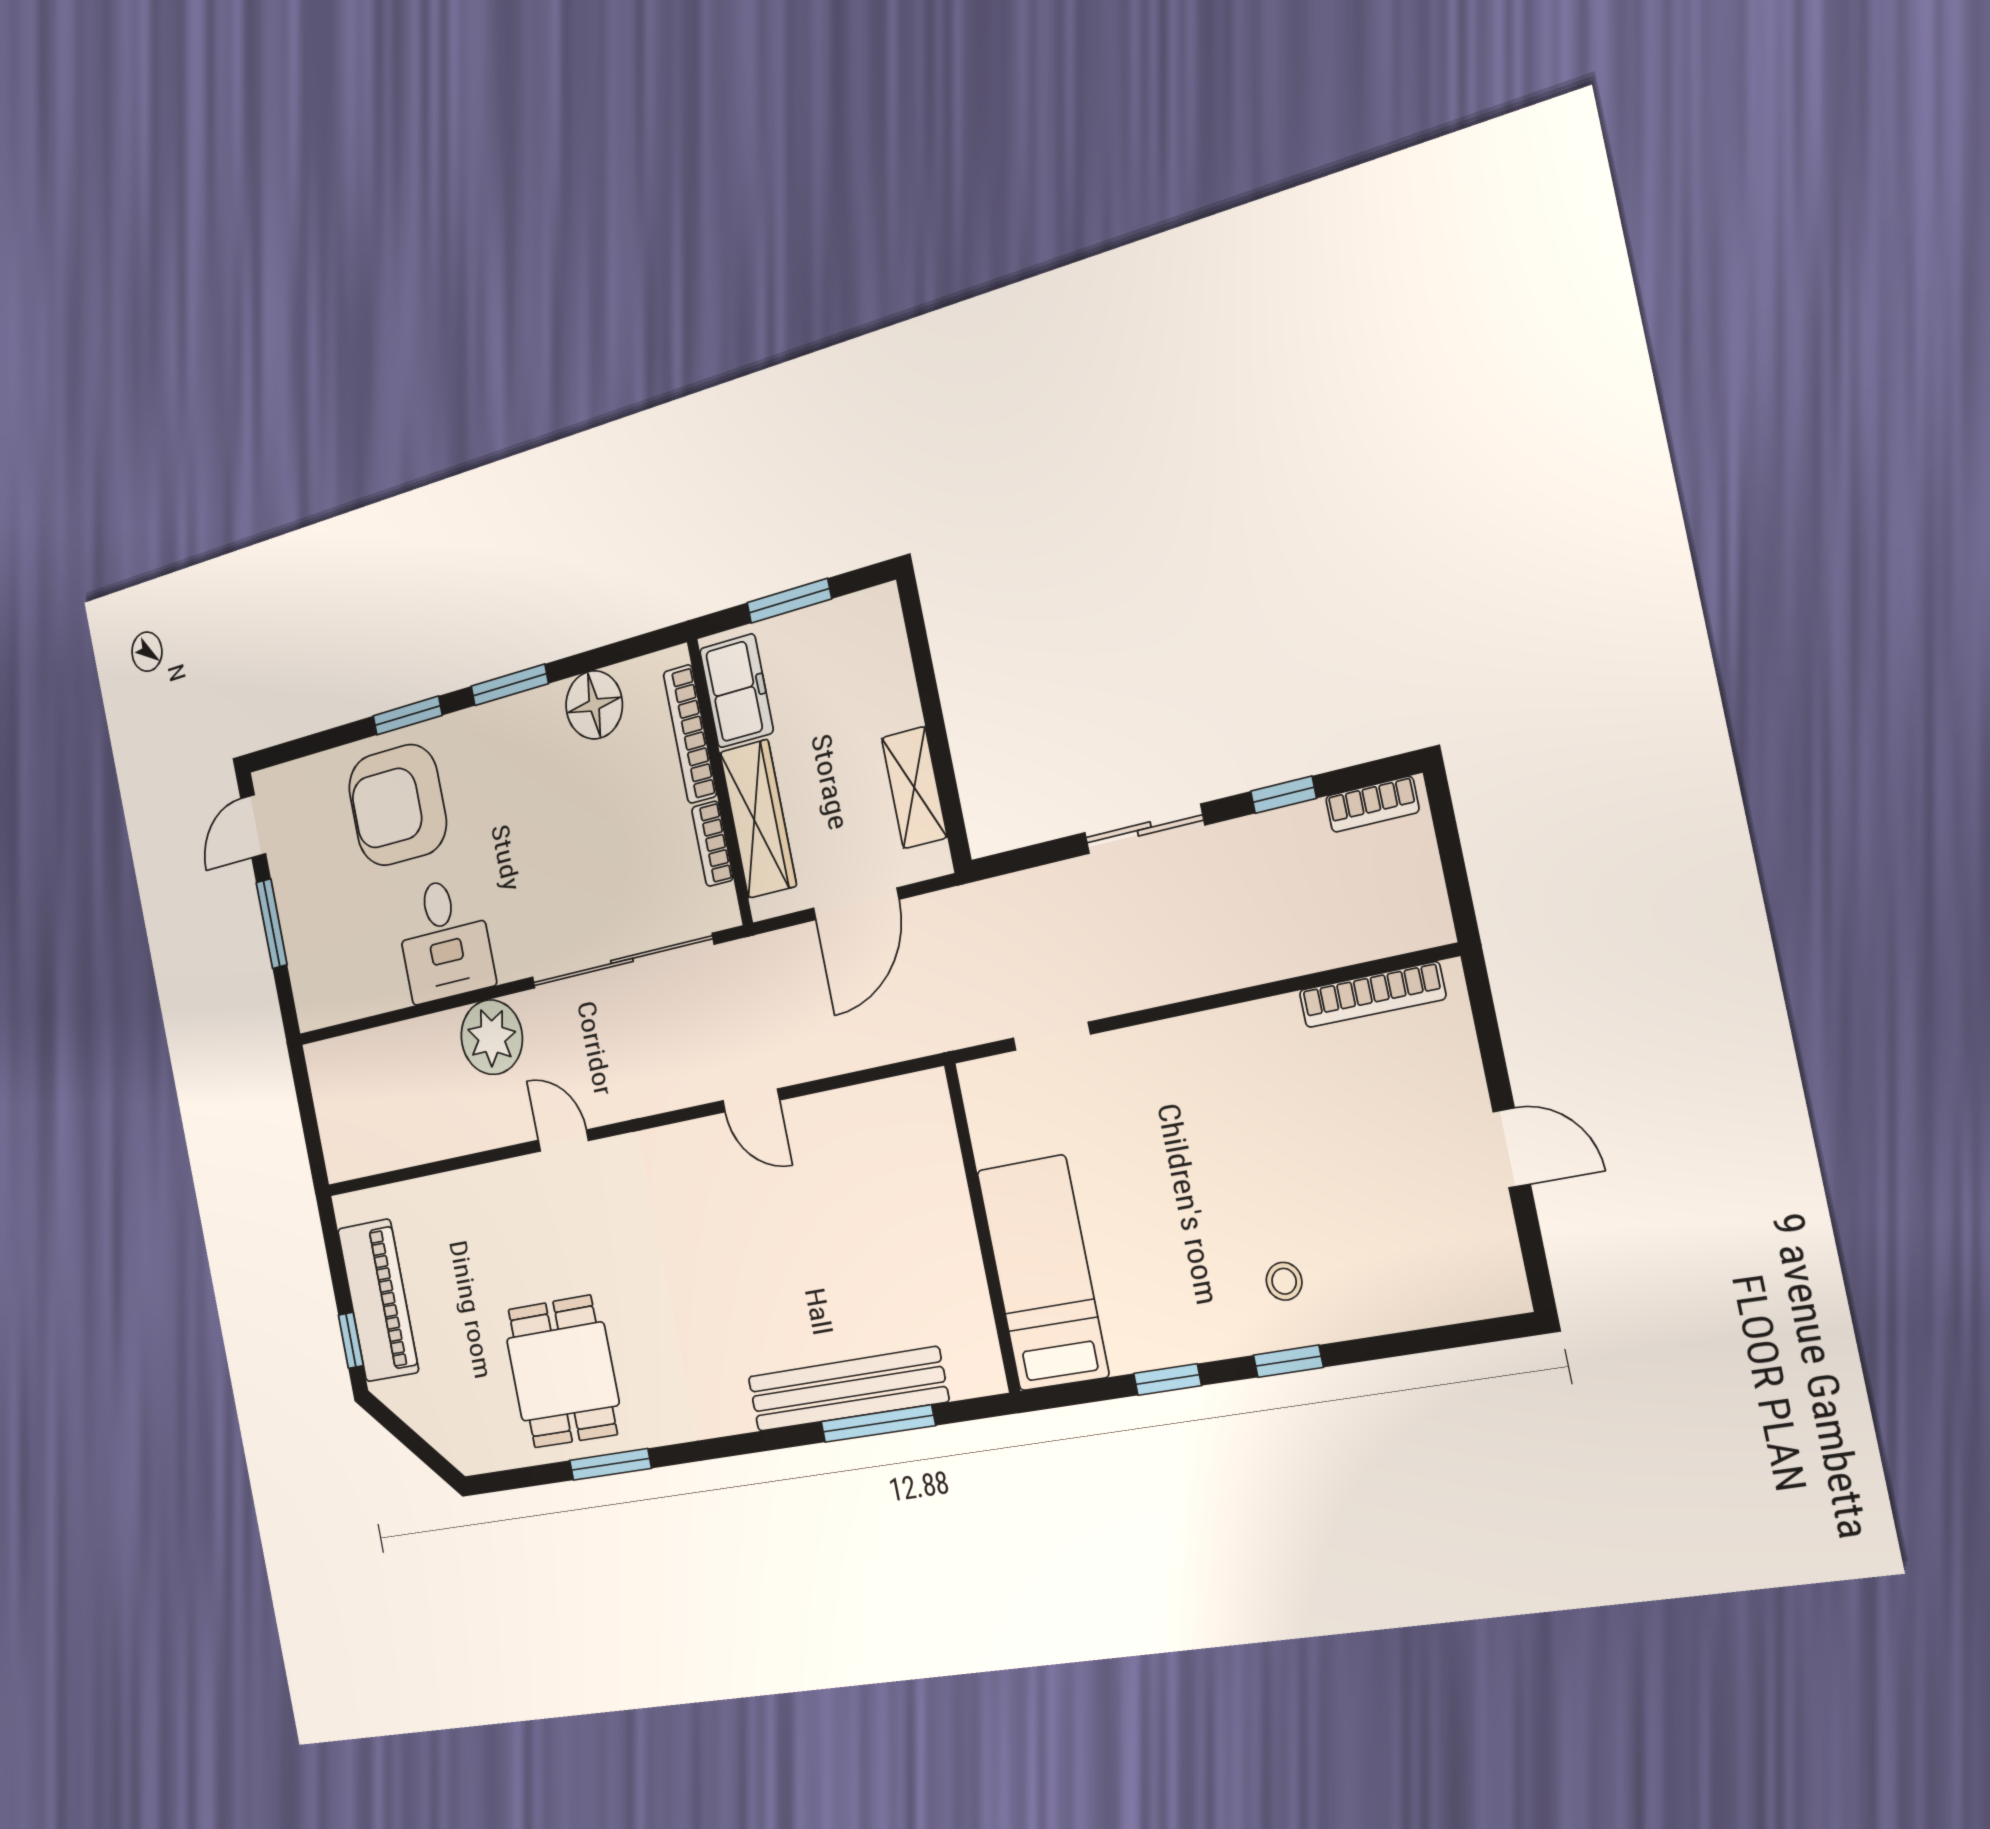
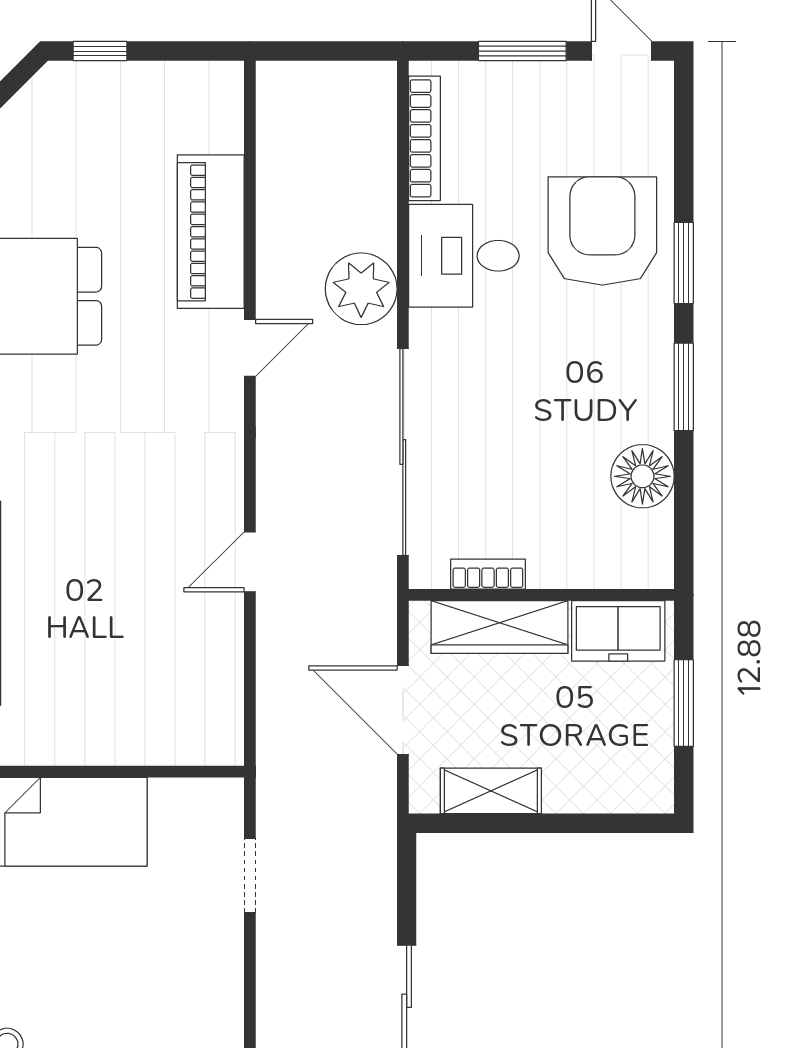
bookcase: (690, 734) -> (424, 138), moved, turned 90
piano: (378, 1300) -> (211, 232), moved, turned 90

